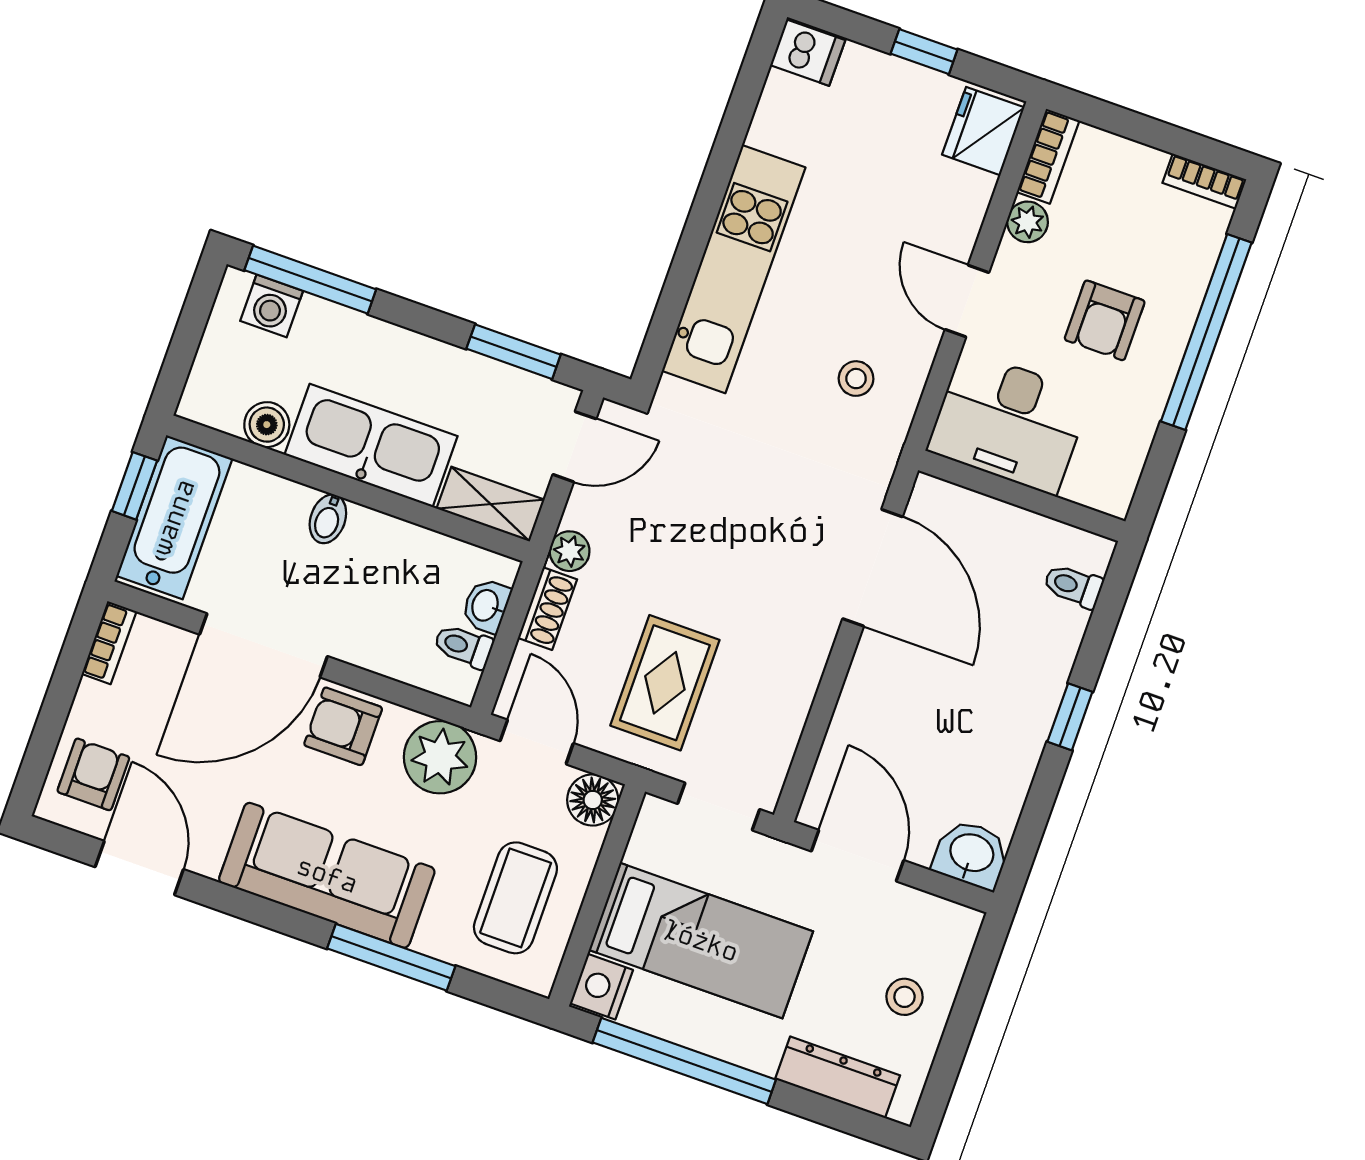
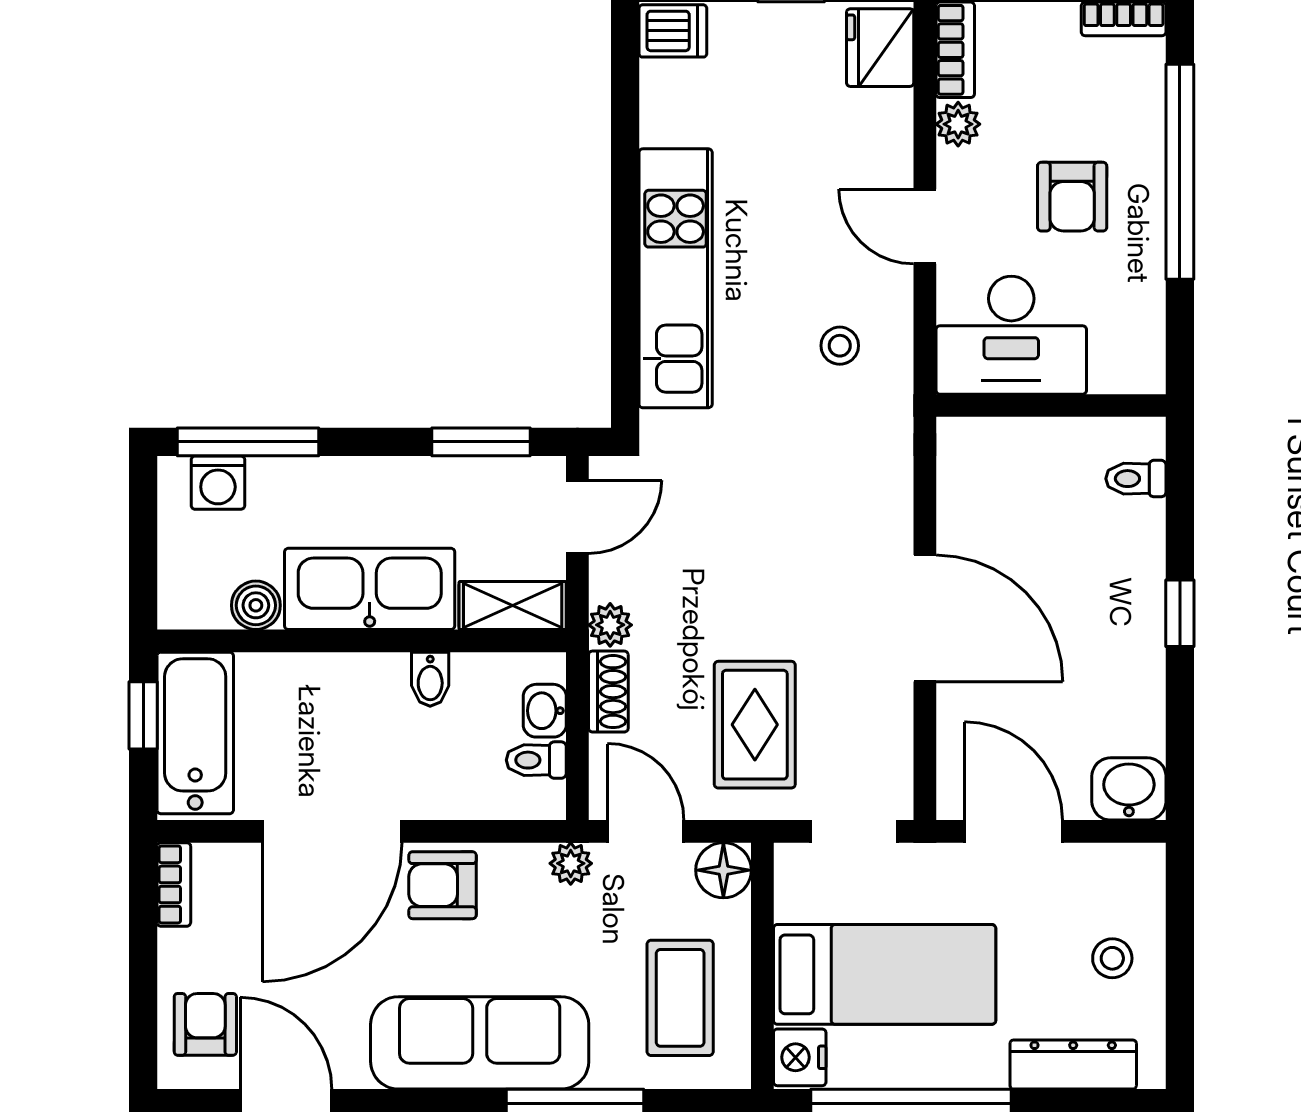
bidet: (328, 519) -> (430, 679), moved
door: (873, 568) -> (925, 618), moved
plant: (440, 757) -> (571, 863), width x0.53, depth x0.53

